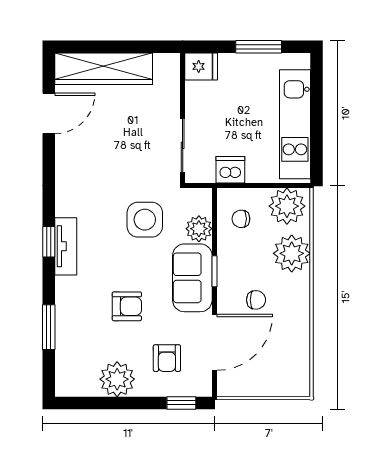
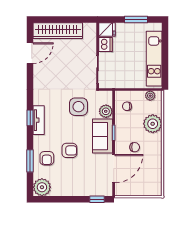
dishwasher: (230, 170) -> (106, 44), moved, turned 90
plant: (287, 206) -> (150, 96), width x0.53, depth x0.53
armchair: (167, 358) -> (47, 158), moved
plant: (117, 379) -> (42, 187), moved

